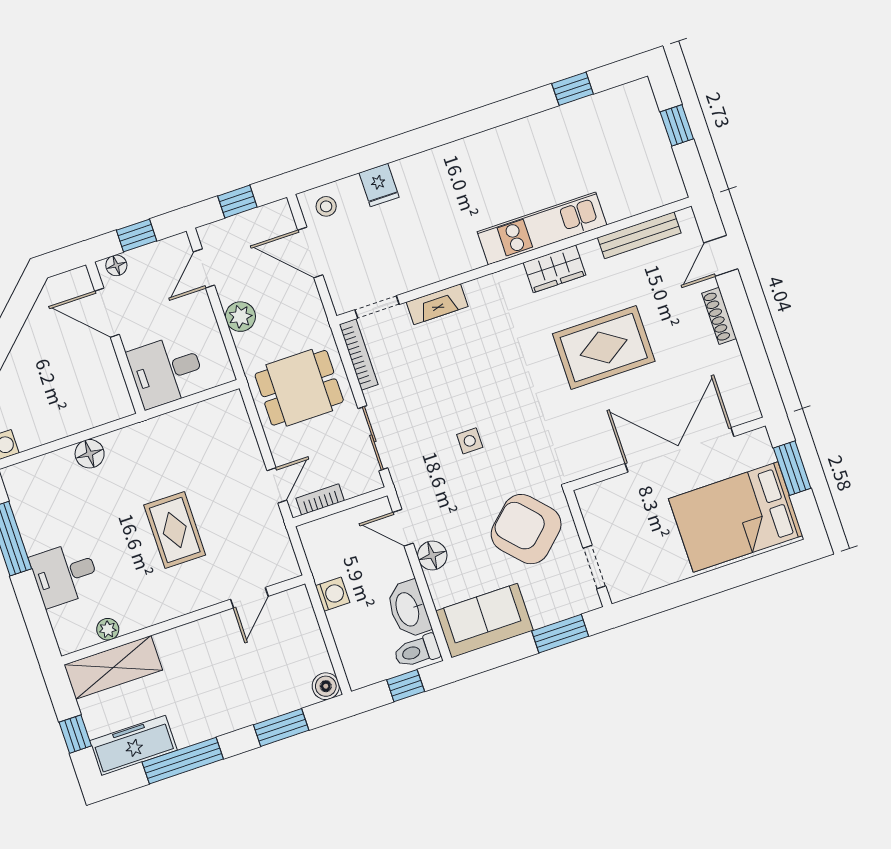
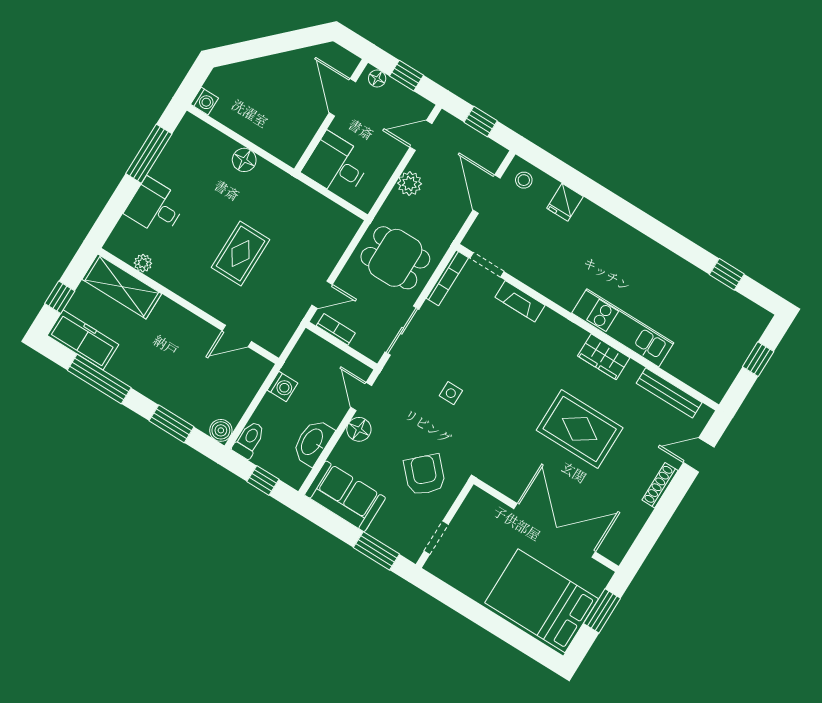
armchair: (526, 529) -> (425, 475), width x0.73, depth x0.73
toilet: (417, 651) -> (249, 440), moved, turned 90

